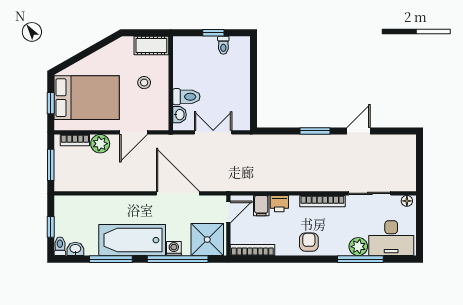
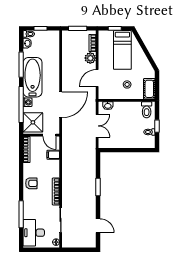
toilet: (186, 97) -> (147, 110), moved
bed: (87, 98) -> (122, 50), width x0.67
door: (358, 131) -> (98, 226), moved
door: (133, 132) -> (97, 78), hinge flipped
printer: (279, 204) -> (54, 166), removed
plant: (358, 247) -> (29, 213), removed

